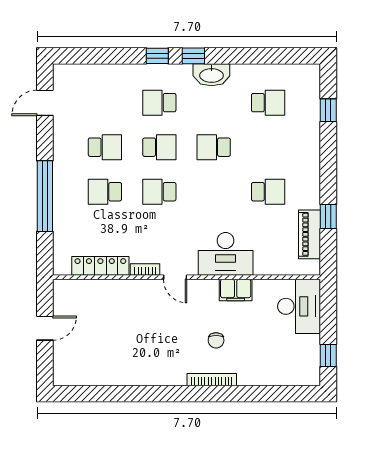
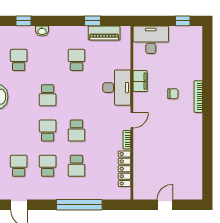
school desk: (159, 103) -> (19, 166), moved, turned 180
washbasin: (313, 139) -> (42, 31), added
door: (45, 328) -> (165, 205), hinge flipped

